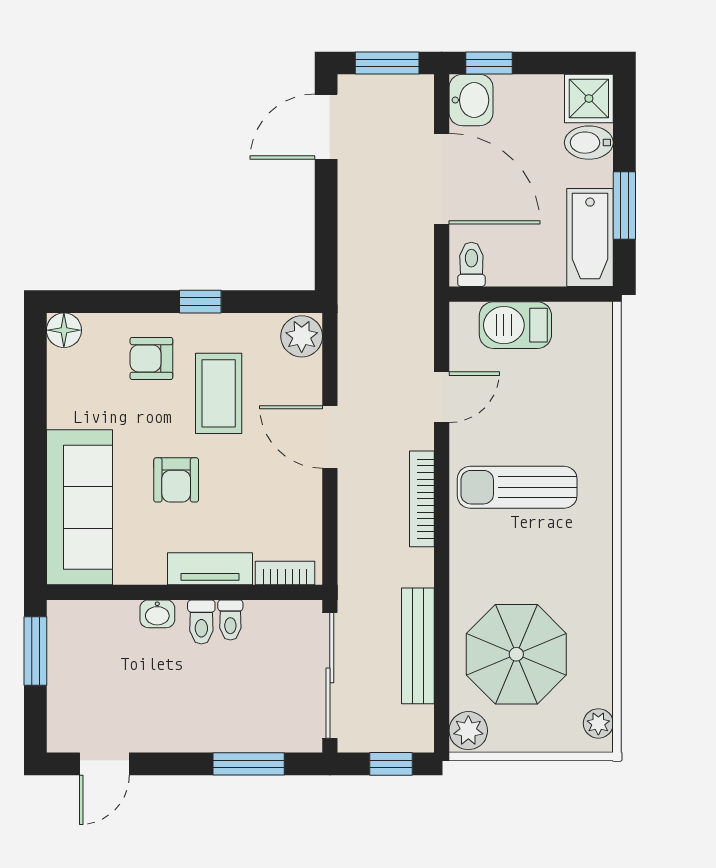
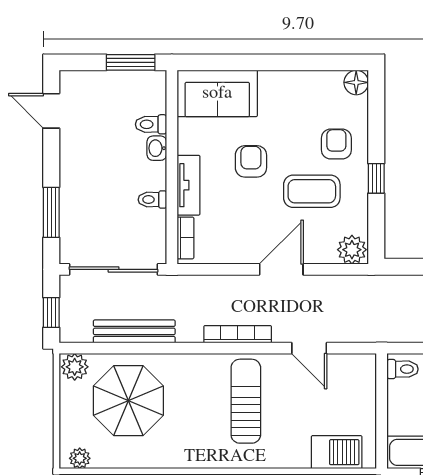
barbecue: (515, 325) -> (337, 452), moved, turned 90
armchair: (176, 480) -> (251, 161), turned 90
sofa: (79, 507) -> (217, 93), width x0.73
toilet: (201, 622) -> (151, 124), moved

